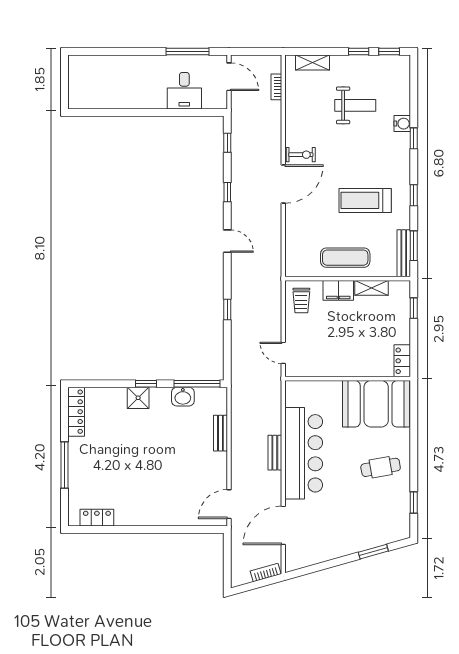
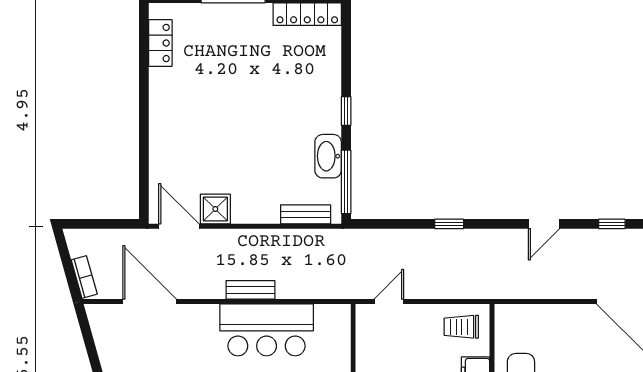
washbasin: (183, 397) -> (328, 156), width x1.38
shower: (138, 398) -> (215, 209), moved
bench: (220, 433) -> (306, 214), moved
bar counter: (304, 453) -> (267, 330), width x0.73

